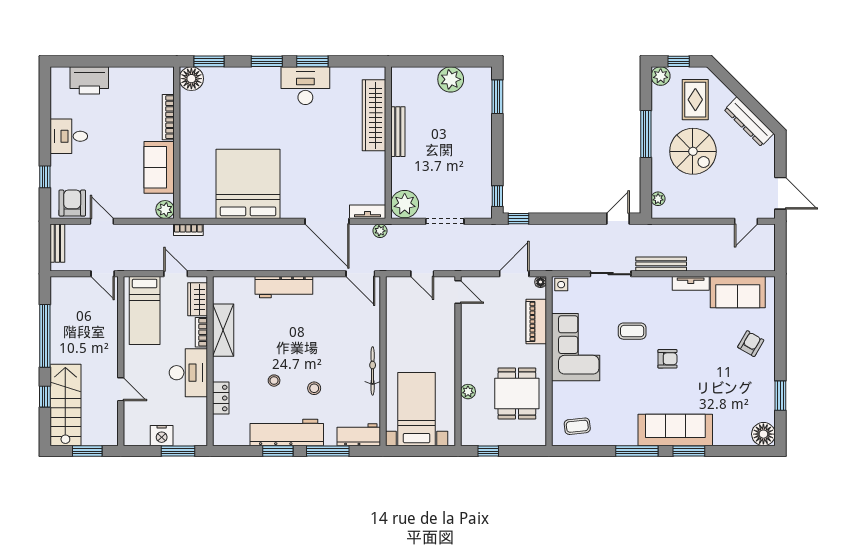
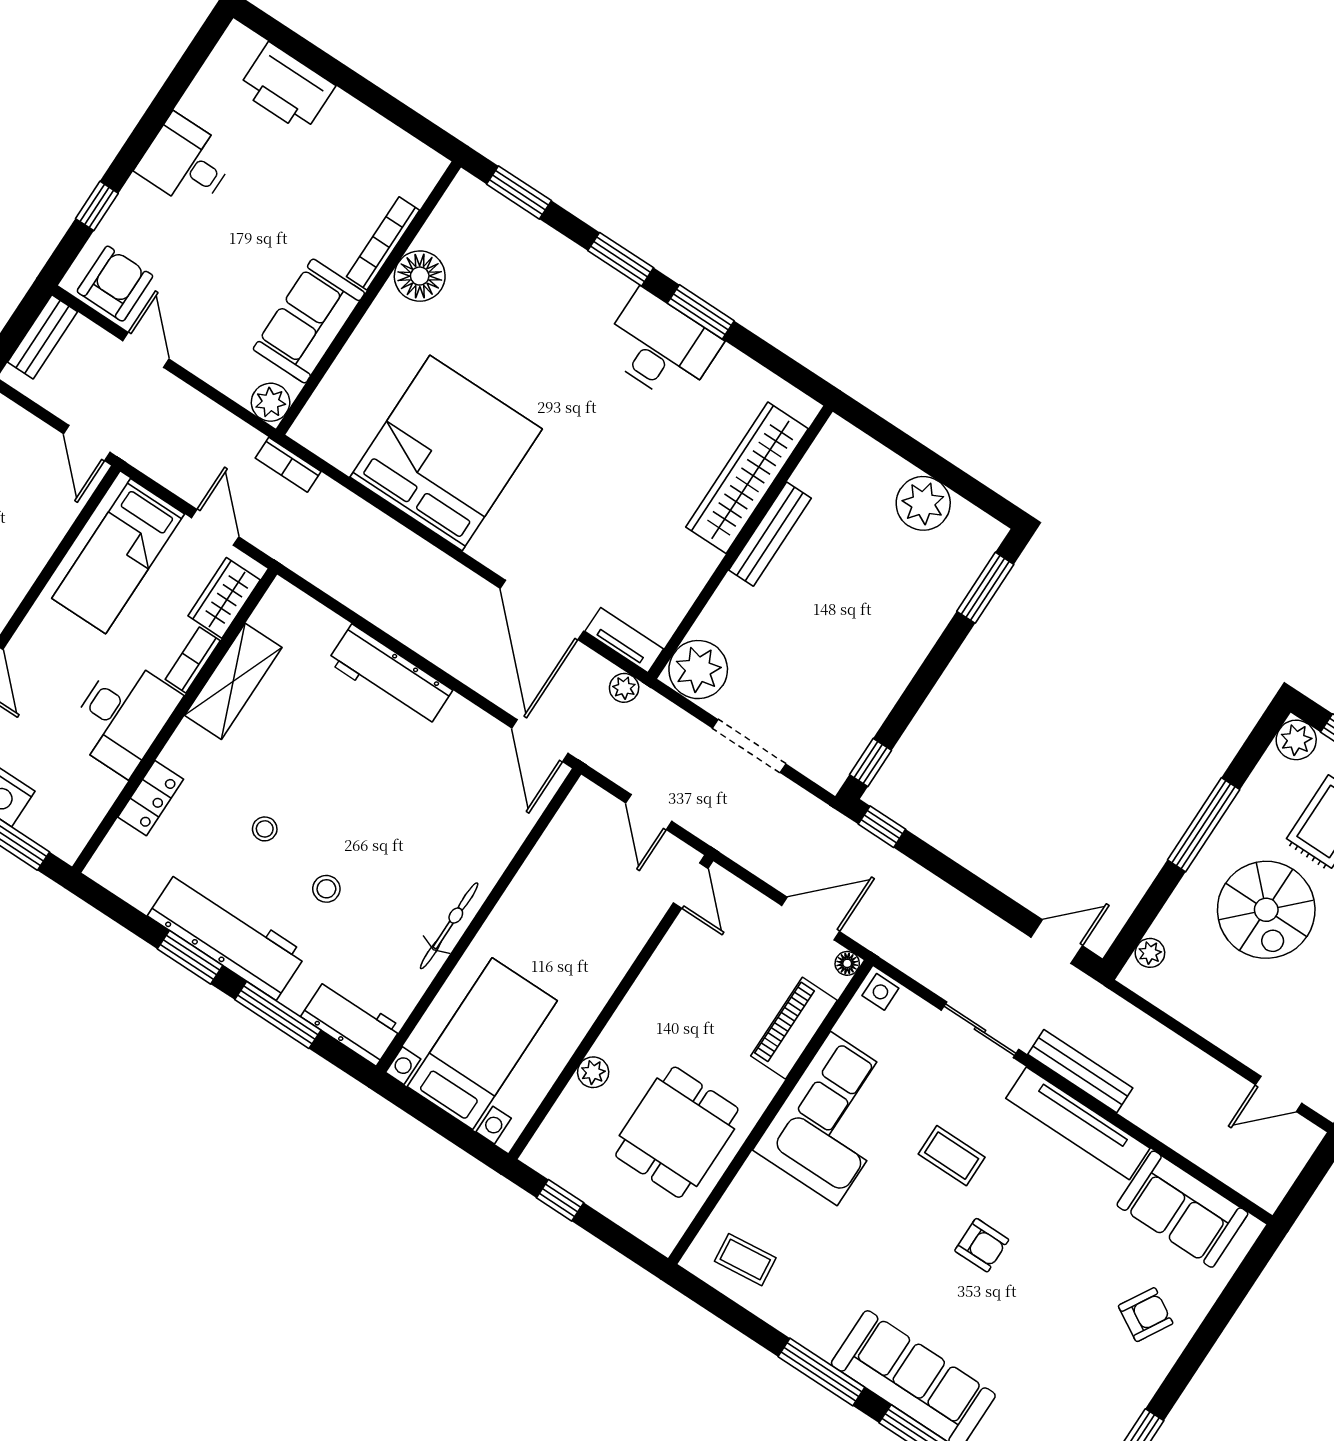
floor lamp: (191, 79) -> (420, 276), moved
tv unit: (691, 283) -> (1078, 1123), width x1.92, depth x1.29

